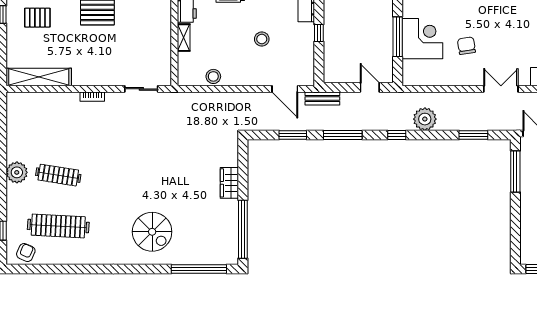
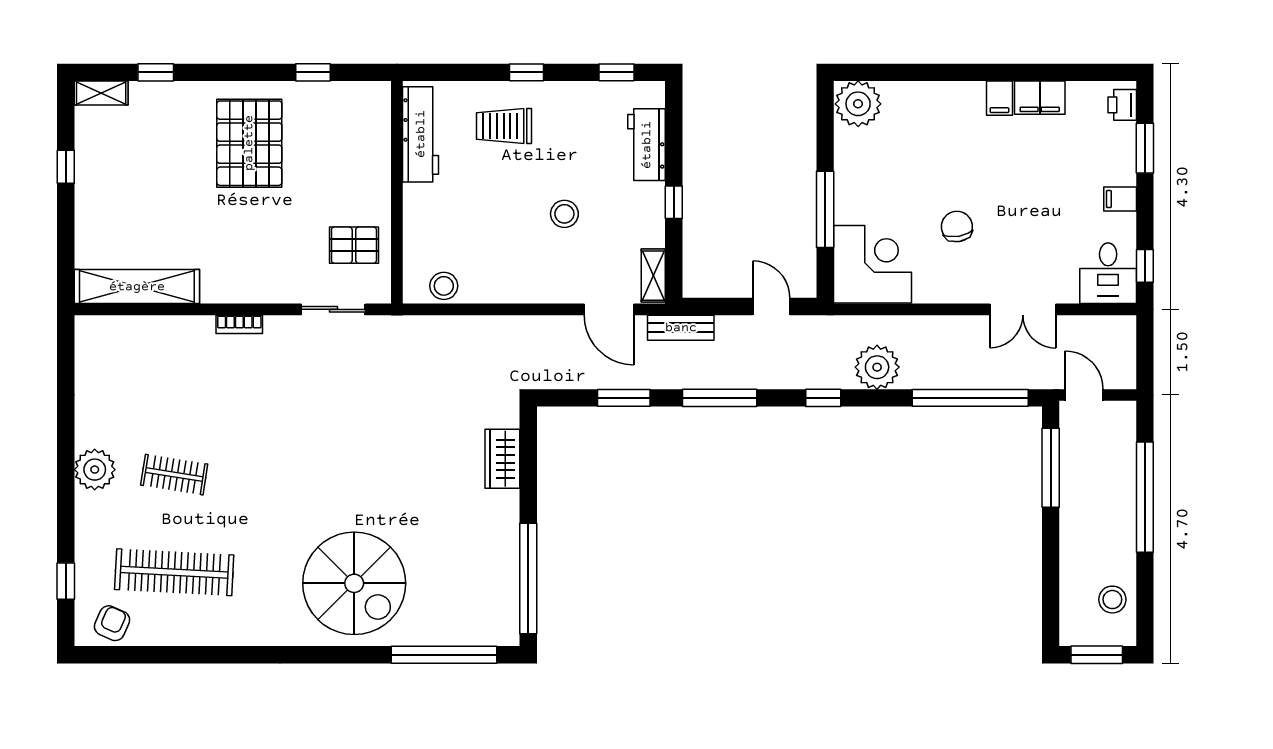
pallet: (37, 18) -> (354, 245), moved
shelving: (184, 38) -> (653, 276), moved
corner desk: (422, 39) -> (872, 264), moved
stool: (213, 76) -> (444, 286), moved
double door: (501, 89) -> (1023, 309), swing flipped
window: (473, 135) -> (970, 398), width x2.11
clothes rail: (58, 175) -> (174, 475), width x0.73
wardrobe: (229, 183) -> (502, 459), moved
spiral stairs: (152, 232) -> (354, 583), width x1.37, depth x1.37

